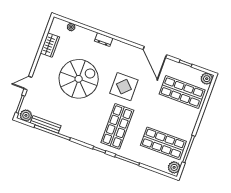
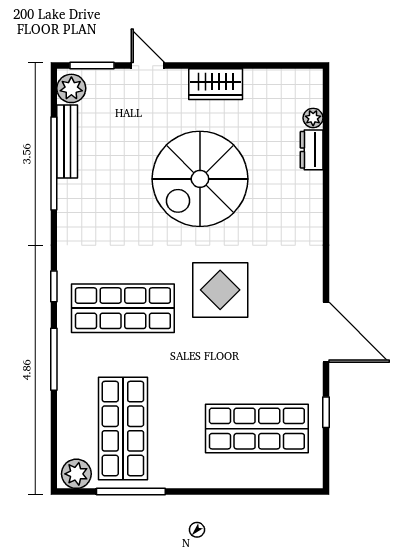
dresser: (104, 40) -> (312, 150), moved
wardrobe: (50, 45) -> (216, 84), moved
door: (155, 52) -> (326, 332), swing flipped
spiral stairs: (79, 79) -> (200, 179), turned 90
plant: (207, 79) -> (308, 474), removed
shop shelf: (182, 92) -> (257, 429), turned 90

